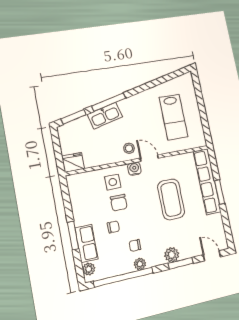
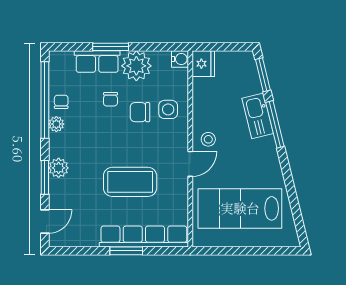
lab bench: (174, 117) -> (240, 208), width x1.36, depth x1.39
water cooler: (134, 169) -> (180, 59), moved
chair: (135, 245) -> (61, 102), moved
plant: (89, 269) -> (136, 66), moved, width x1.88, depth x1.88

